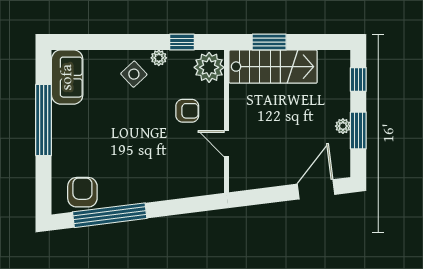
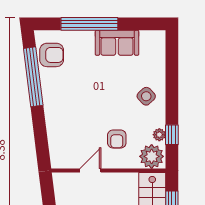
plant: (159, 58) -> (159, 135), moved
sofa: (67, 77) -> (117, 43), moved
window: (44, 120) -> (89, 24), moved

